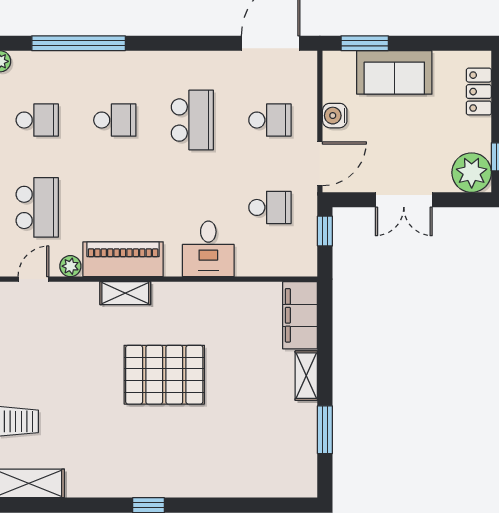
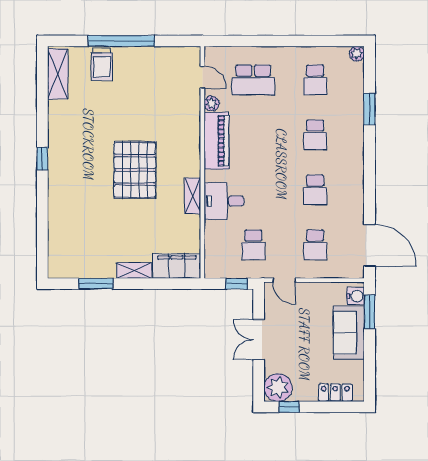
window: (79, 43) -> (369, 109), width x0.47
water cooler: (335, 116) -> (356, 296), moved, turned 90
school desk: (192, 120) -> (315, 190), width x0.54
door: (320, 164) -> (284, 280), width x0.73
shelving: (125, 293) -> (193, 196), moved

